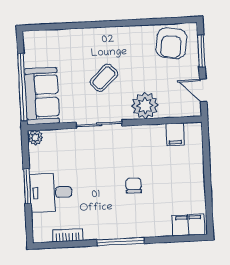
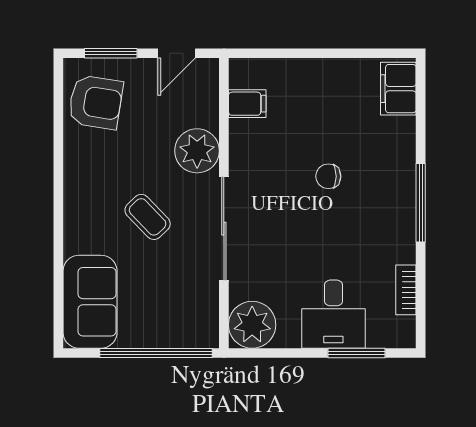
sofa: (42, 96) -> (90, 302), moved, turned 90
sliding door: (99, 124) -> (224, 229), width x1.37
plant: (35, 138) -> (252, 325), width x1.87, depth x1.87
window: (27, 186) -> (356, 353), moved

